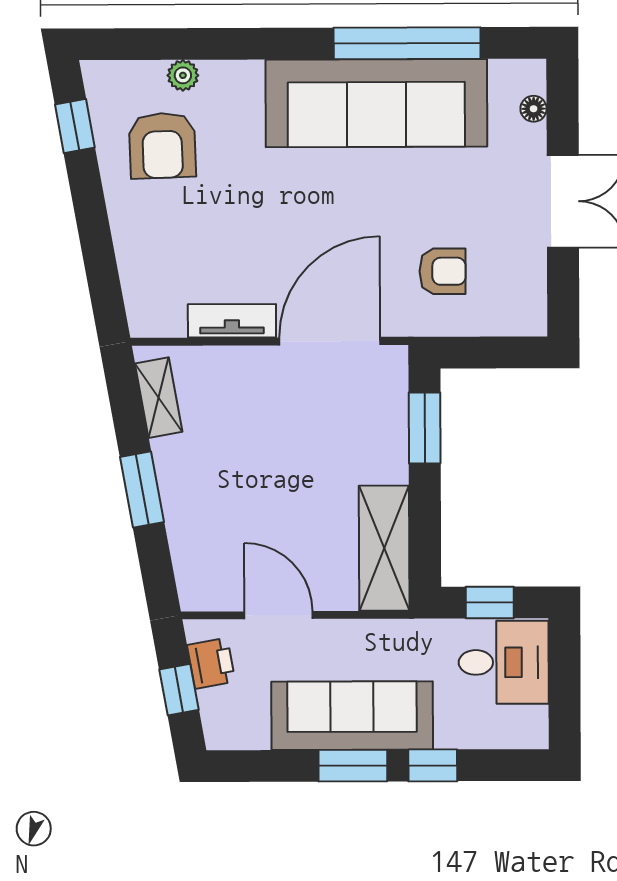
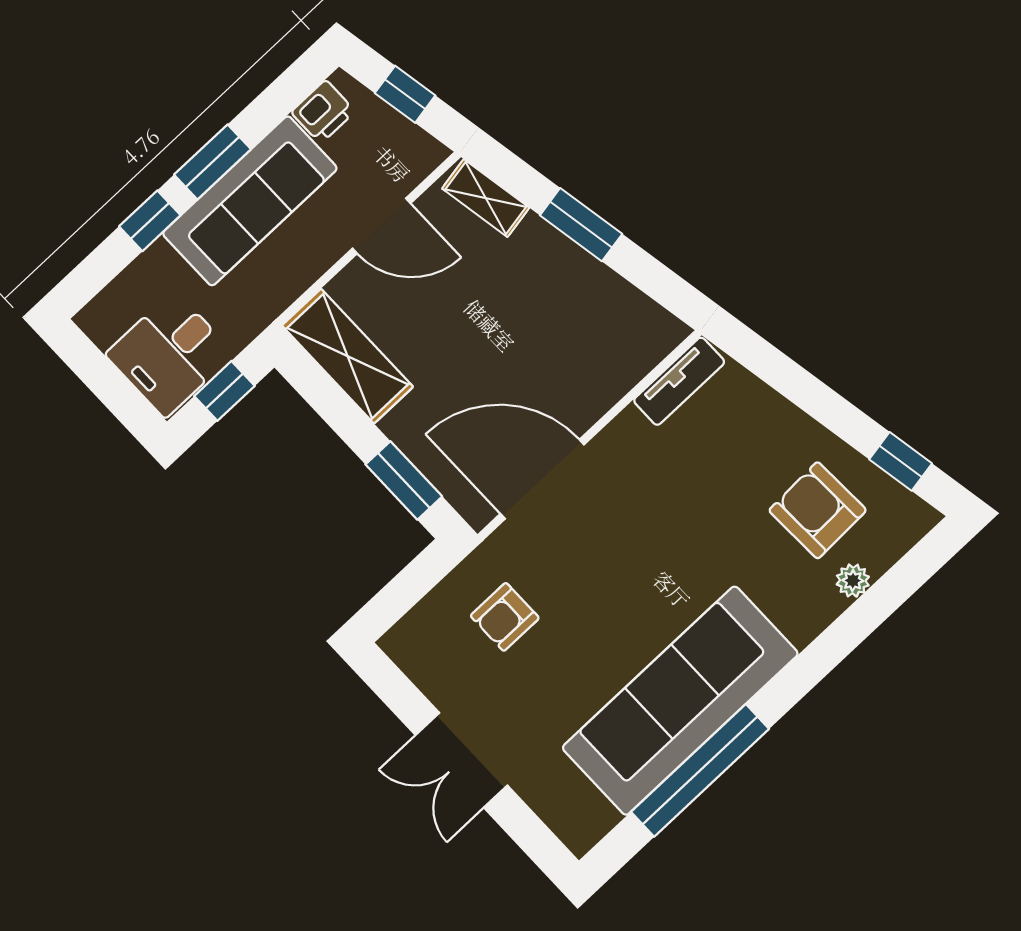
floor lamp: (534, 109) -> (552, 812), removed
tv unit: (232, 321) -> (679, 381), moved
door: (330, 341) -> (542, 479), swing flipped
shelving: (159, 398) -> (486, 198), moved
printer: (211, 663) -> (323, 112), moved, turned -80

